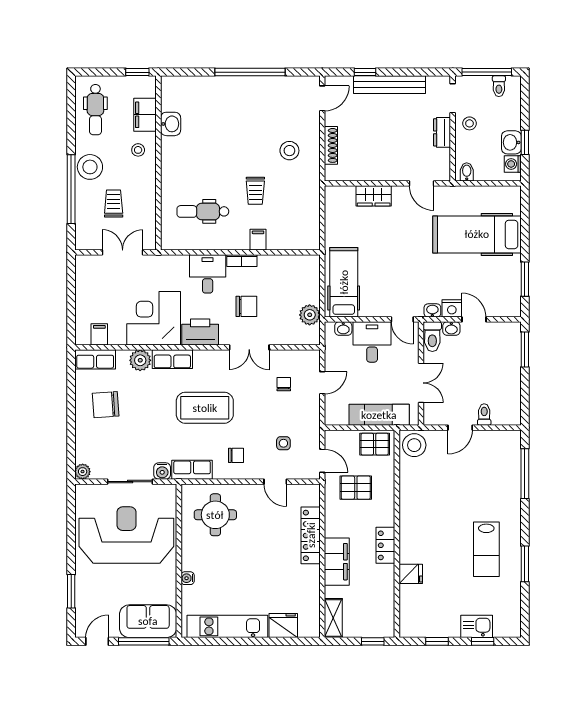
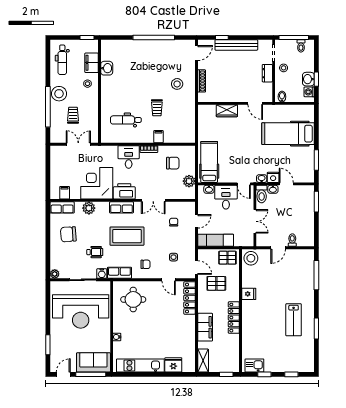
chair: (246, 306) -> (173, 163), moved
row of seats: (172, 359) -> (121, 207), moved
exam couch: (379, 415) -> (216, 240), moved
wheelchair: (150, 435) -> (95, 252), added
reception desk: (126, 535) -> (81, 311), turned 180
locker: (311, 535) -> (190, 298), moved
locker: (385, 545) -> (234, 318), width x1.53
fridge: (411, 574) -> (249, 294), moved
kitchen sink: (477, 626) -> (254, 365), moved

